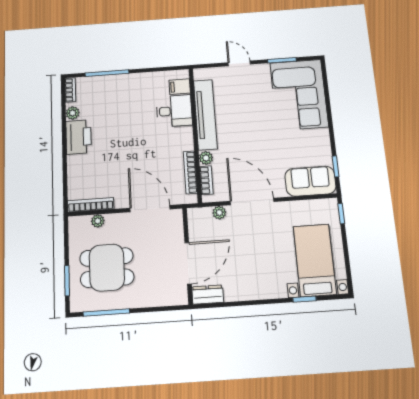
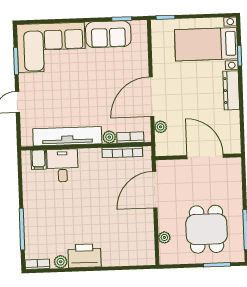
sofa: (310, 181) -> (108, 34), moved, turned -90
bookcase: (91, 205) -> (149, 244), removed
dresser: (208, 295) -> (231, 90), moved, width x1.44

